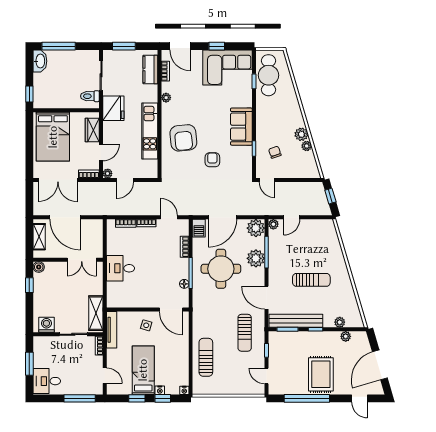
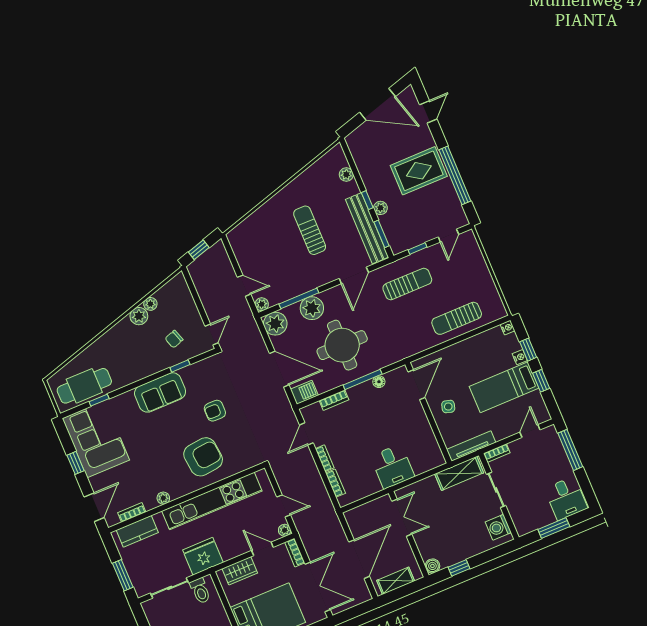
kitchen unit: (150, 131) -> (212, 501), width x1.36
plant: (346, 336) -> (380, 208), moved

